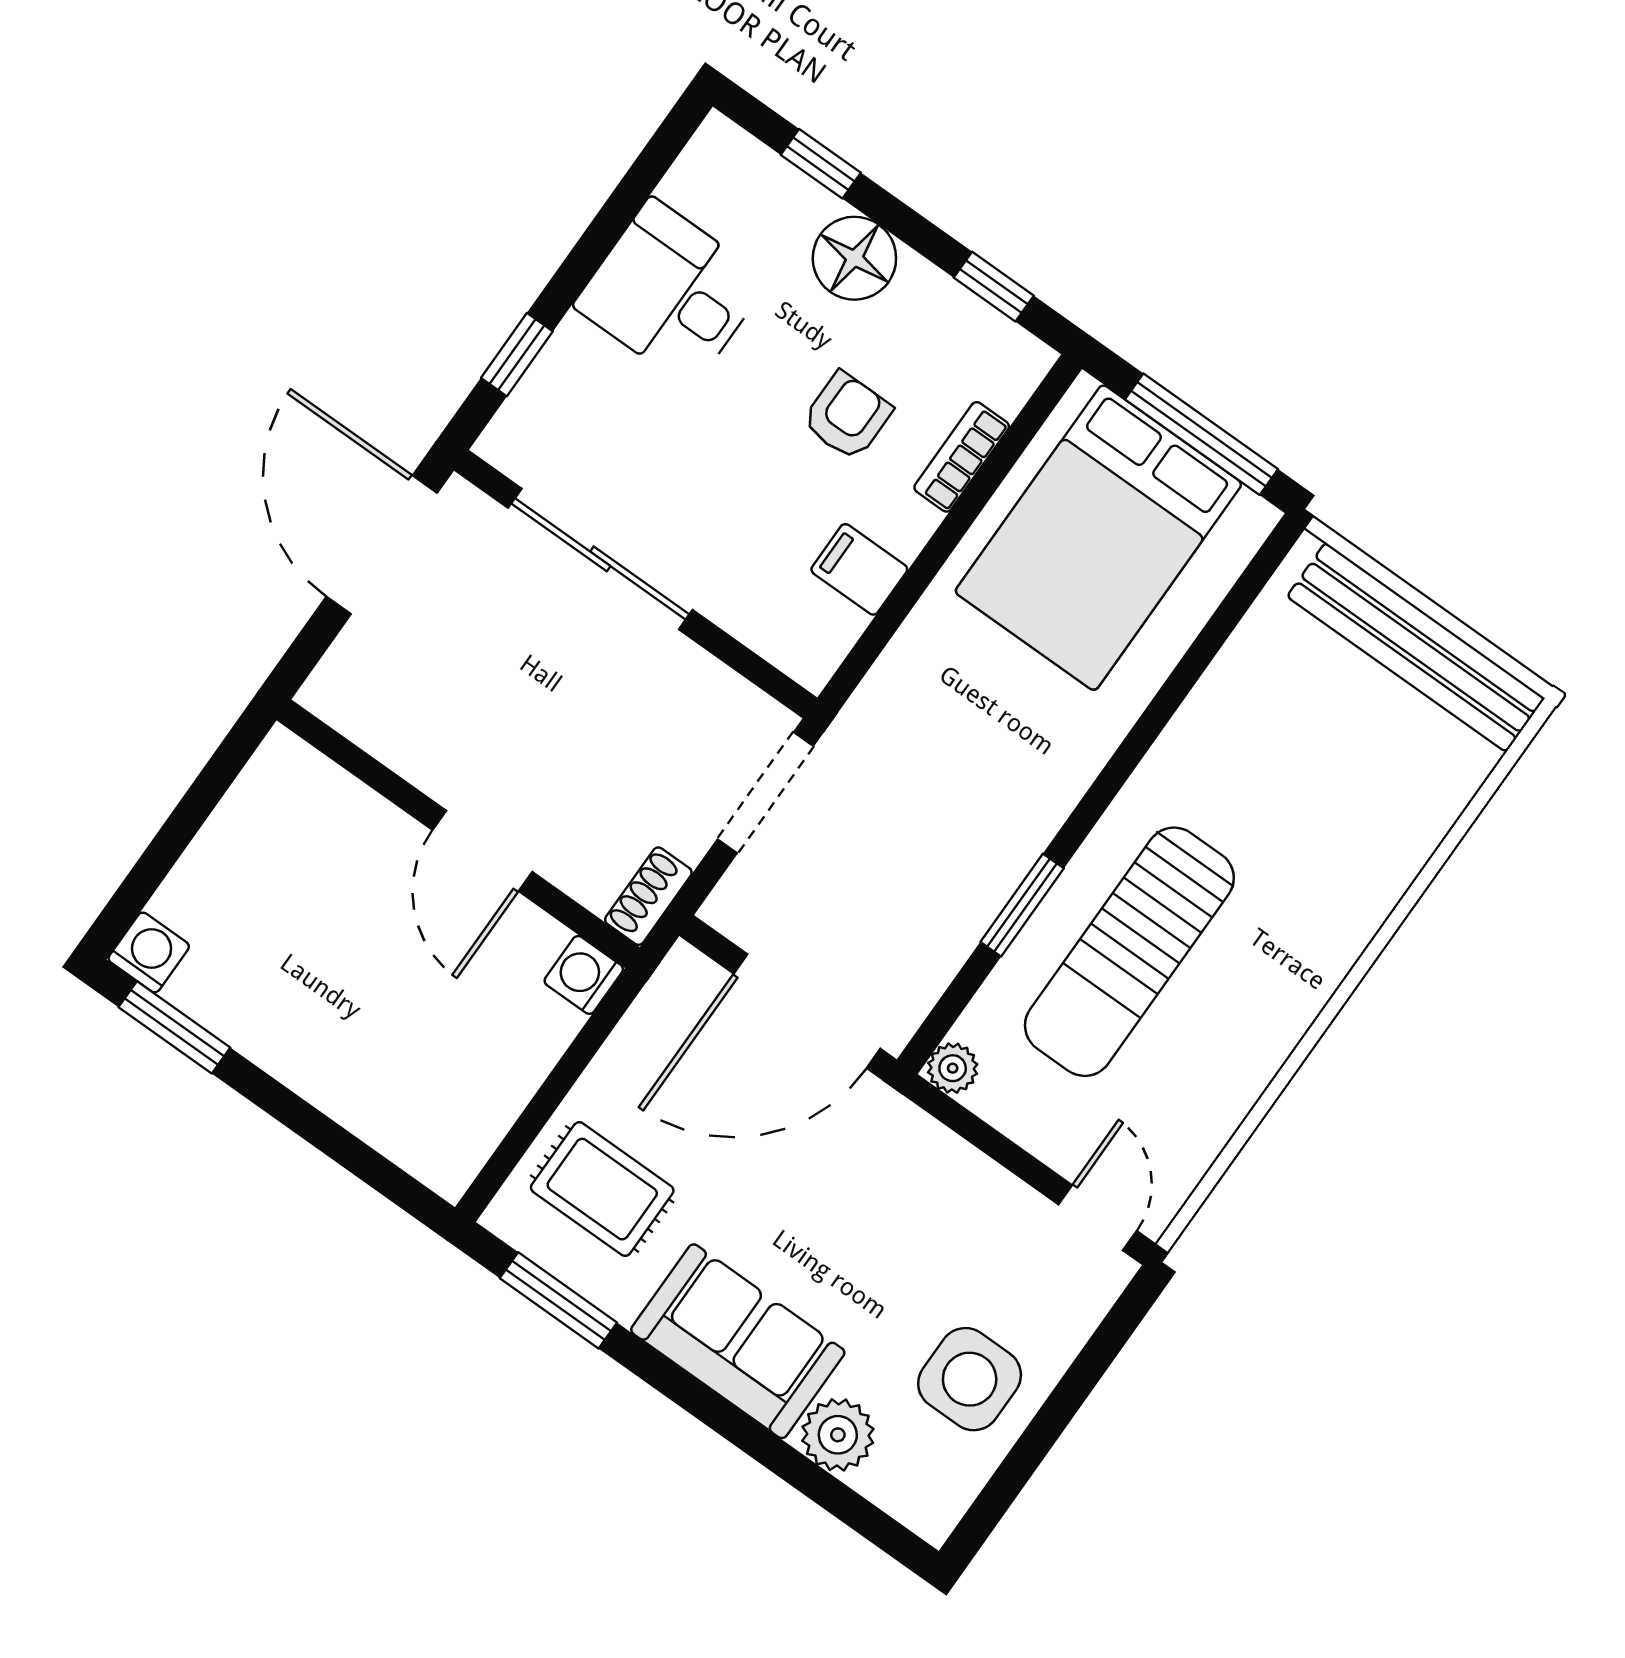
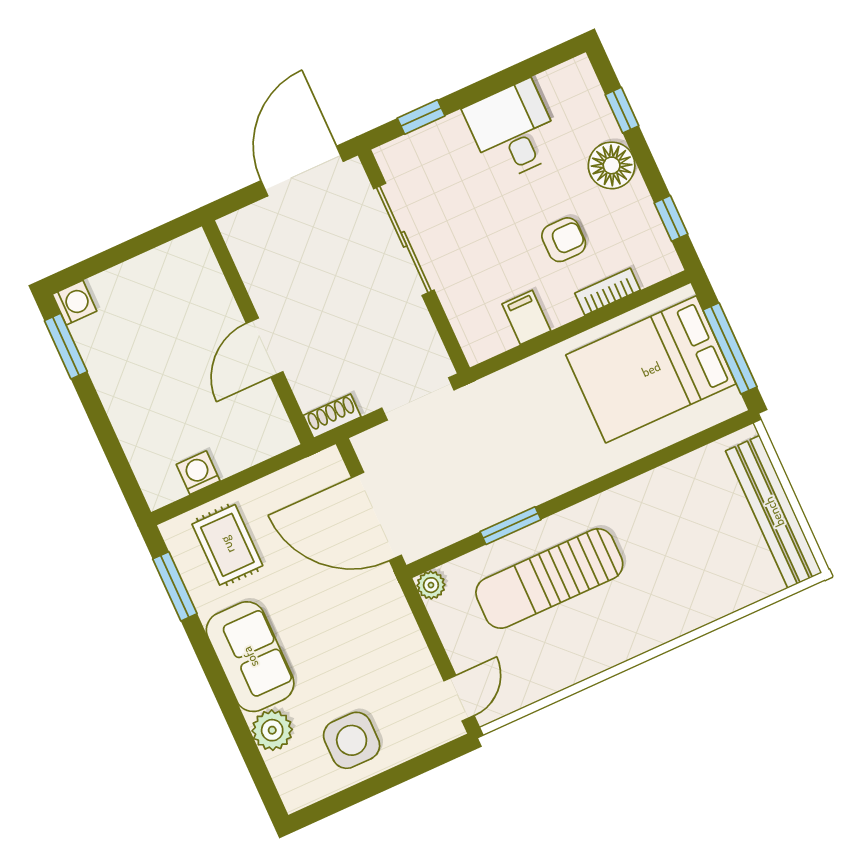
washing machine: (584, 975) -> (198, 473), moved

